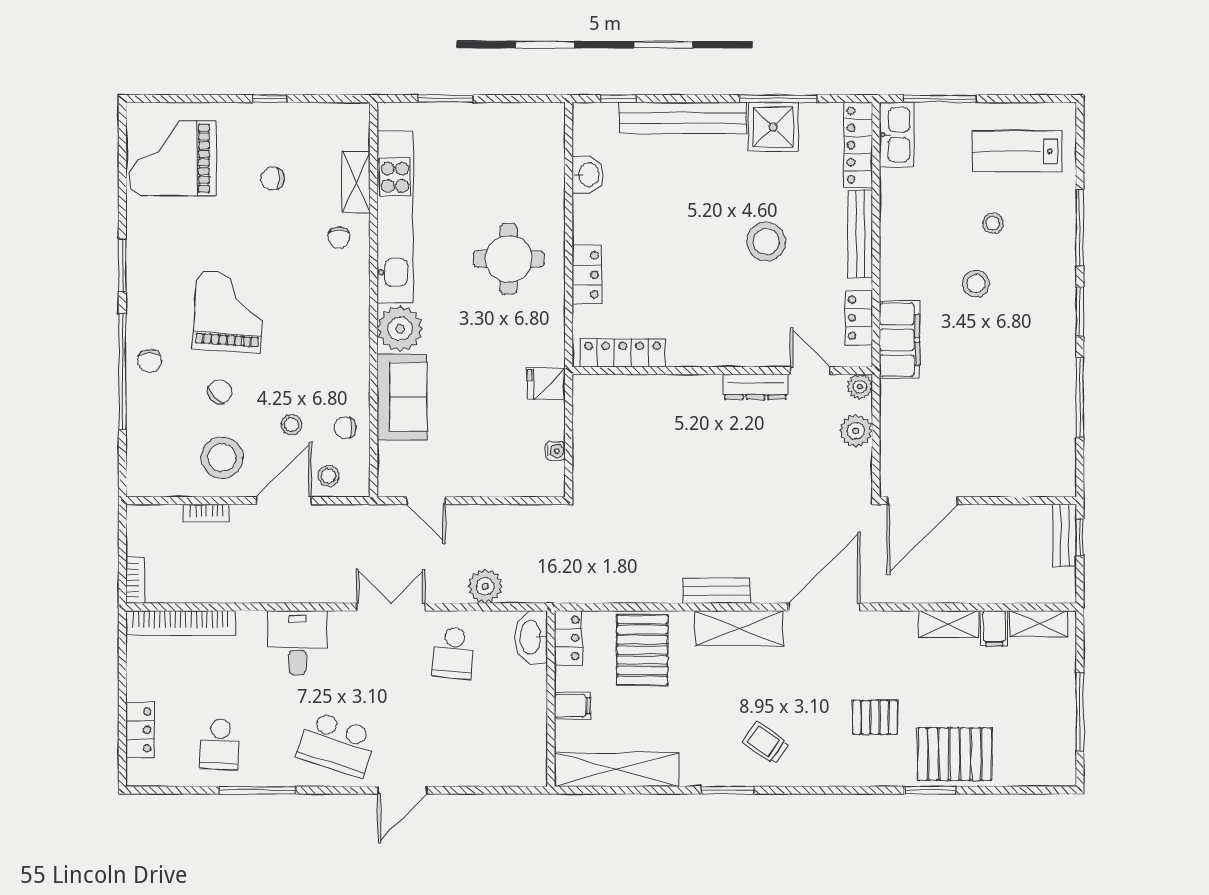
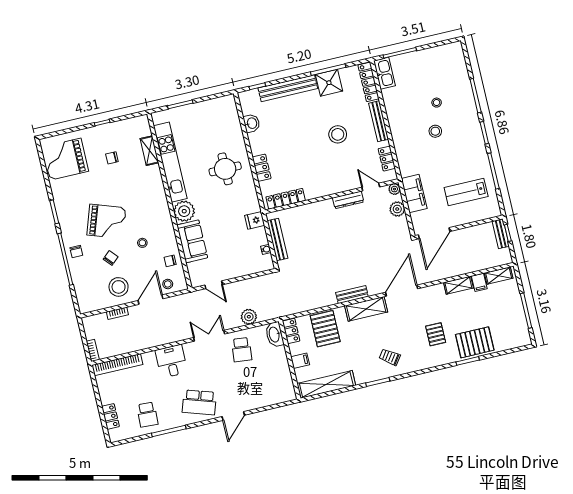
lab bench: (1017, 151) -> (466, 192), moved
chair: (339, 237) -> (148, 177), removed
grand piano: (229, 312) -> (106, 221), turned 105
filing cabinet: (900, 340) -> (414, 193), moved
stool: (291, 425) -> (142, 243), moved
bench: (585, 436) -> (277, 239), added
pallet: (875, 717) -> (436, 334), turned 90

